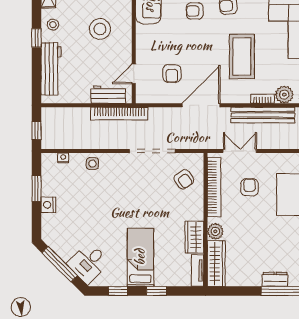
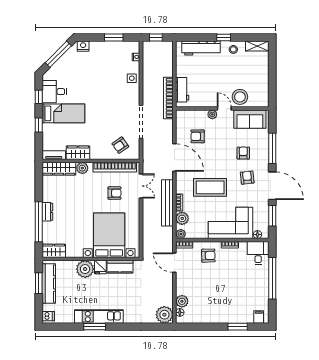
stool: (100, 29) -> (240, 97), moved
plant: (142, 53) -> (212, 114), added
door: (134, 74) -> (224, 109), moved
nightstand: (48, 205) -> (83, 46), moved
desk: (88, 263) -> (54, 92), moved, turned -45

